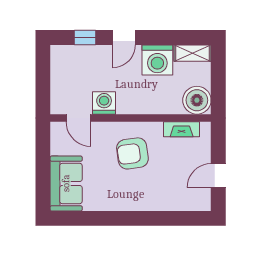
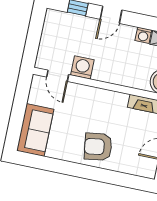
washing machine: (157, 60) -> (143, 35), width x0.53, depth x0.53
armchair: (132, 153) -> (98, 147), moved

